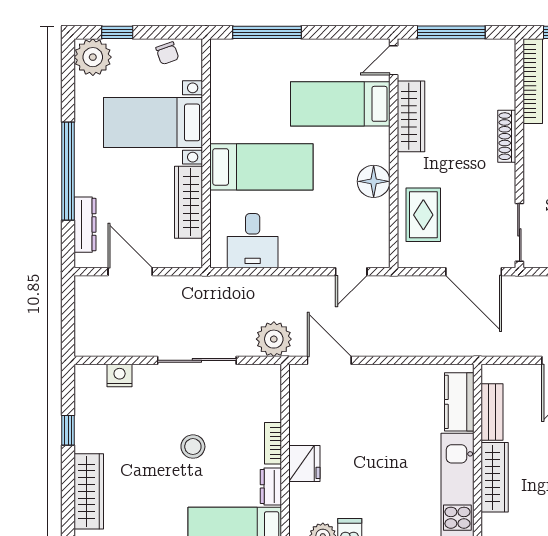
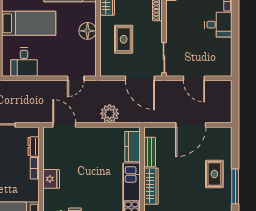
rug: (423, 215) -> (124, 39), moved
plant: (274, 339) -> (110, 114), moved
dresser: (271, 486) -> (34, 146), moved

